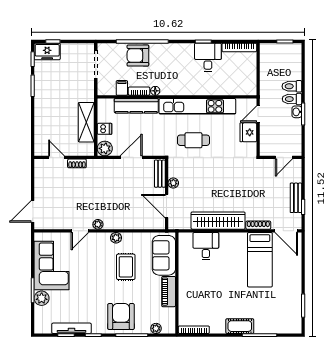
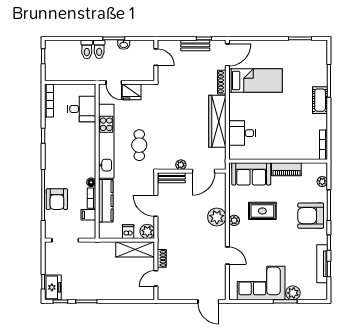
desk: (208, 57) -> (82, 109), moved, turned 180
washbasin: (297, 112) -> (124, 45), moved
shelving: (86, 122) -> (135, 249), moved
plant: (98, 224) -> (217, 217), moved, width x1.88, depth x1.88

